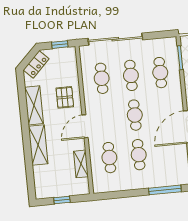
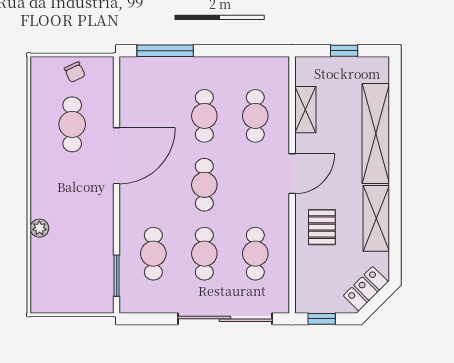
shelving: (38, 145) -> (376, 134), width x1.47

